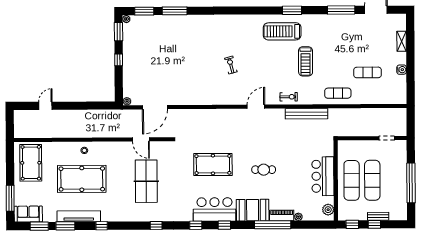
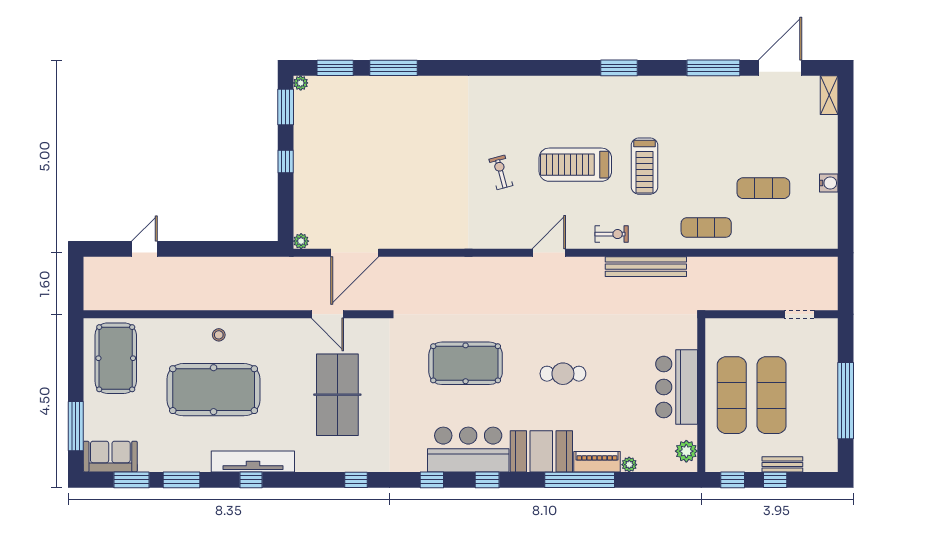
treadmill: (282, 31) -> (575, 165), moved
shelving: (402, 41) -> (829, 95), moved
tv unit: (79, 216) -> (253, 462), moved

